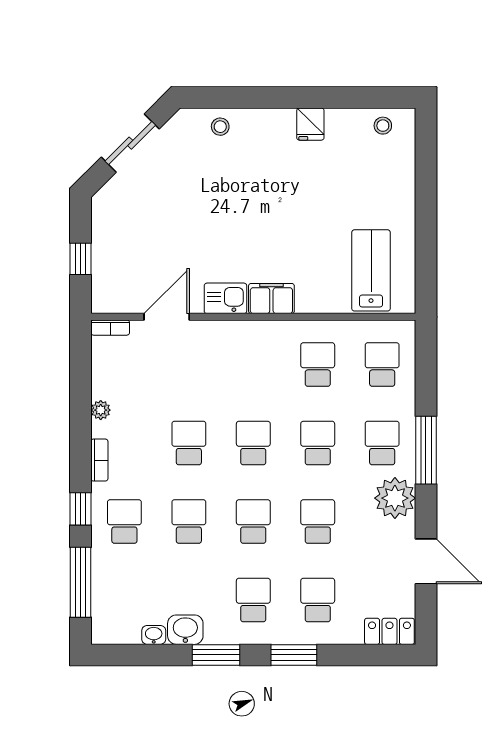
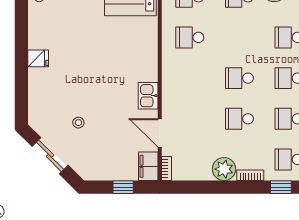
fridge: (310, 124) -> (38, 58), moved
stool: (220, 127) -> (78, 123), moved
filing cabinet: (271, 299) -> (148, 166), moved
plant: (101, 410) -> (224, 169), width x1.87, depth x1.87
school desk: (318, 443) -> (239, 37), removed

